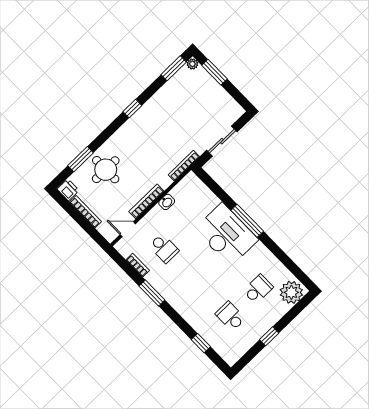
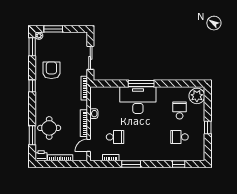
armchair: (169, 113) -> (51, 70), added

